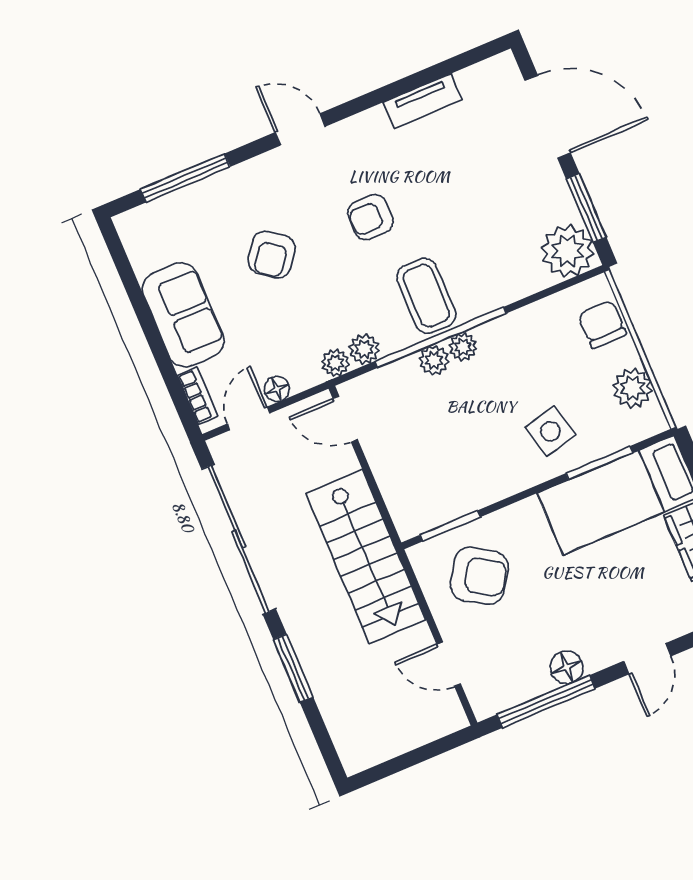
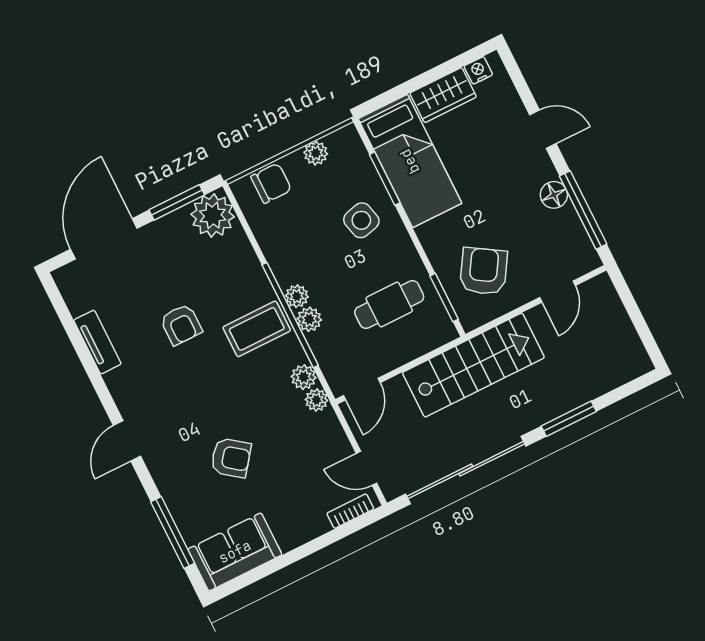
armchair: (370, 217) -> (181, 325), moved
sofa: (183, 315) -> (235, 552), moved
chair: (602, 324) -> (271, 183), turned 180
plant: (633, 388) -> (316, 153), width x0.73, depth x0.73
floor lamp: (277, 389) -> (341, 447), removed
cafe table: (446, 459) -> (389, 305), added

